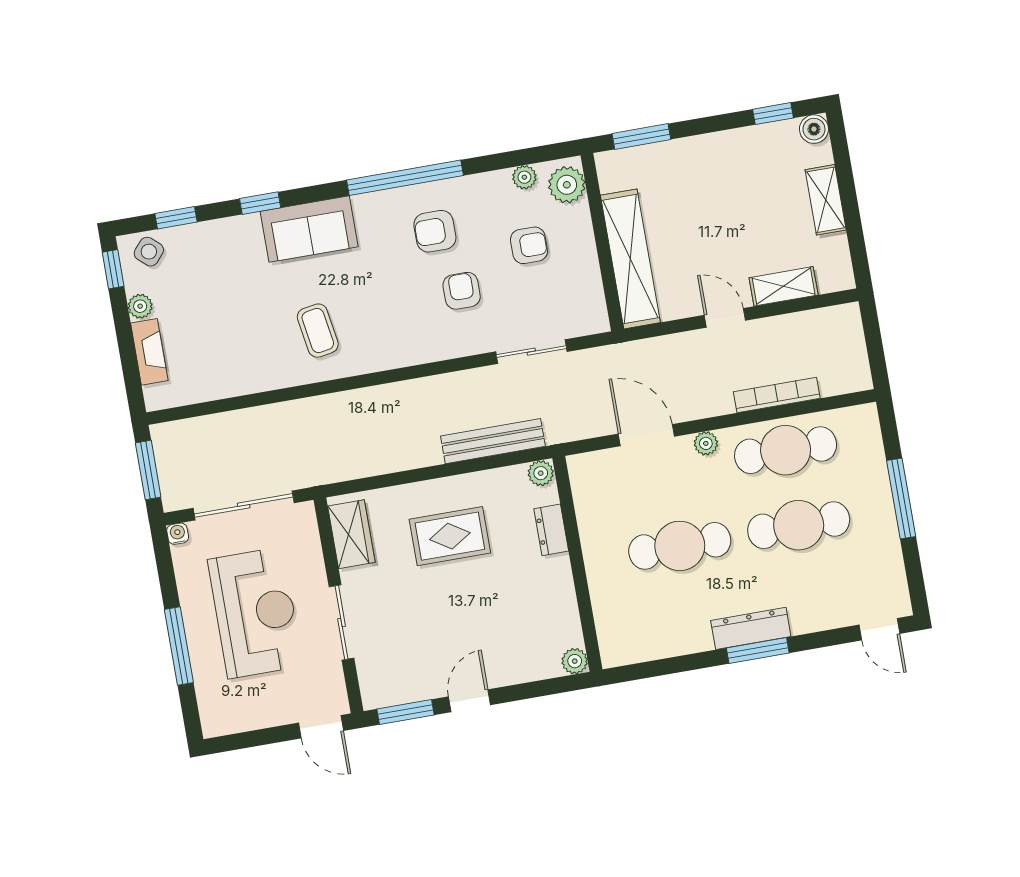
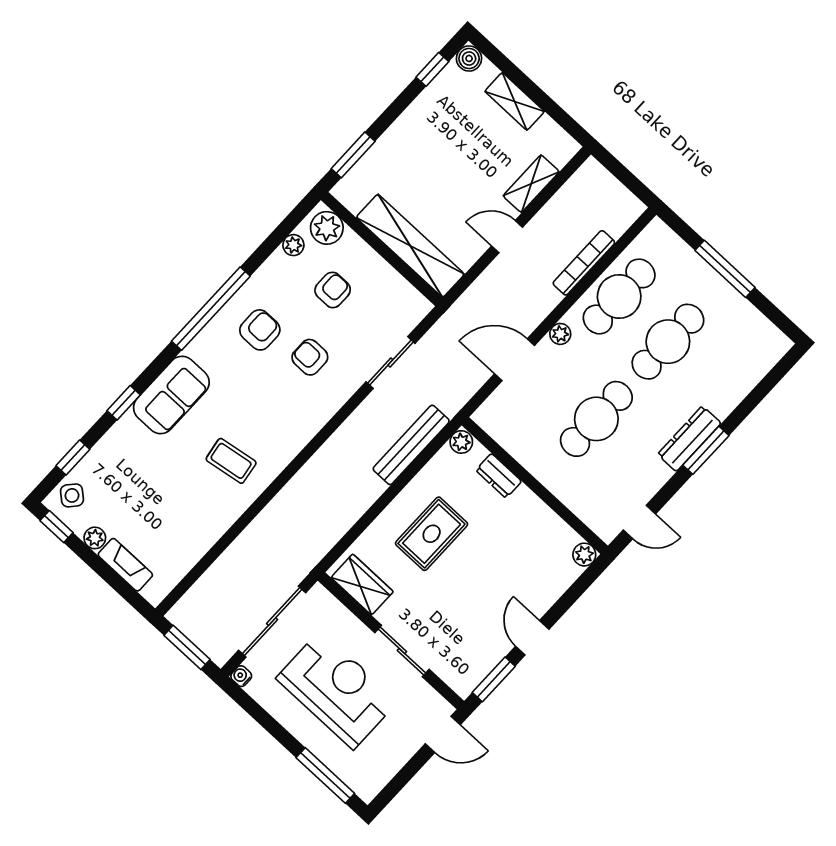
armchair: (435, 231) -> (260, 330), turned 180
door: (879, 629) -> (639, 522), moved
window: (179, 646) -> (325, 775), moved

